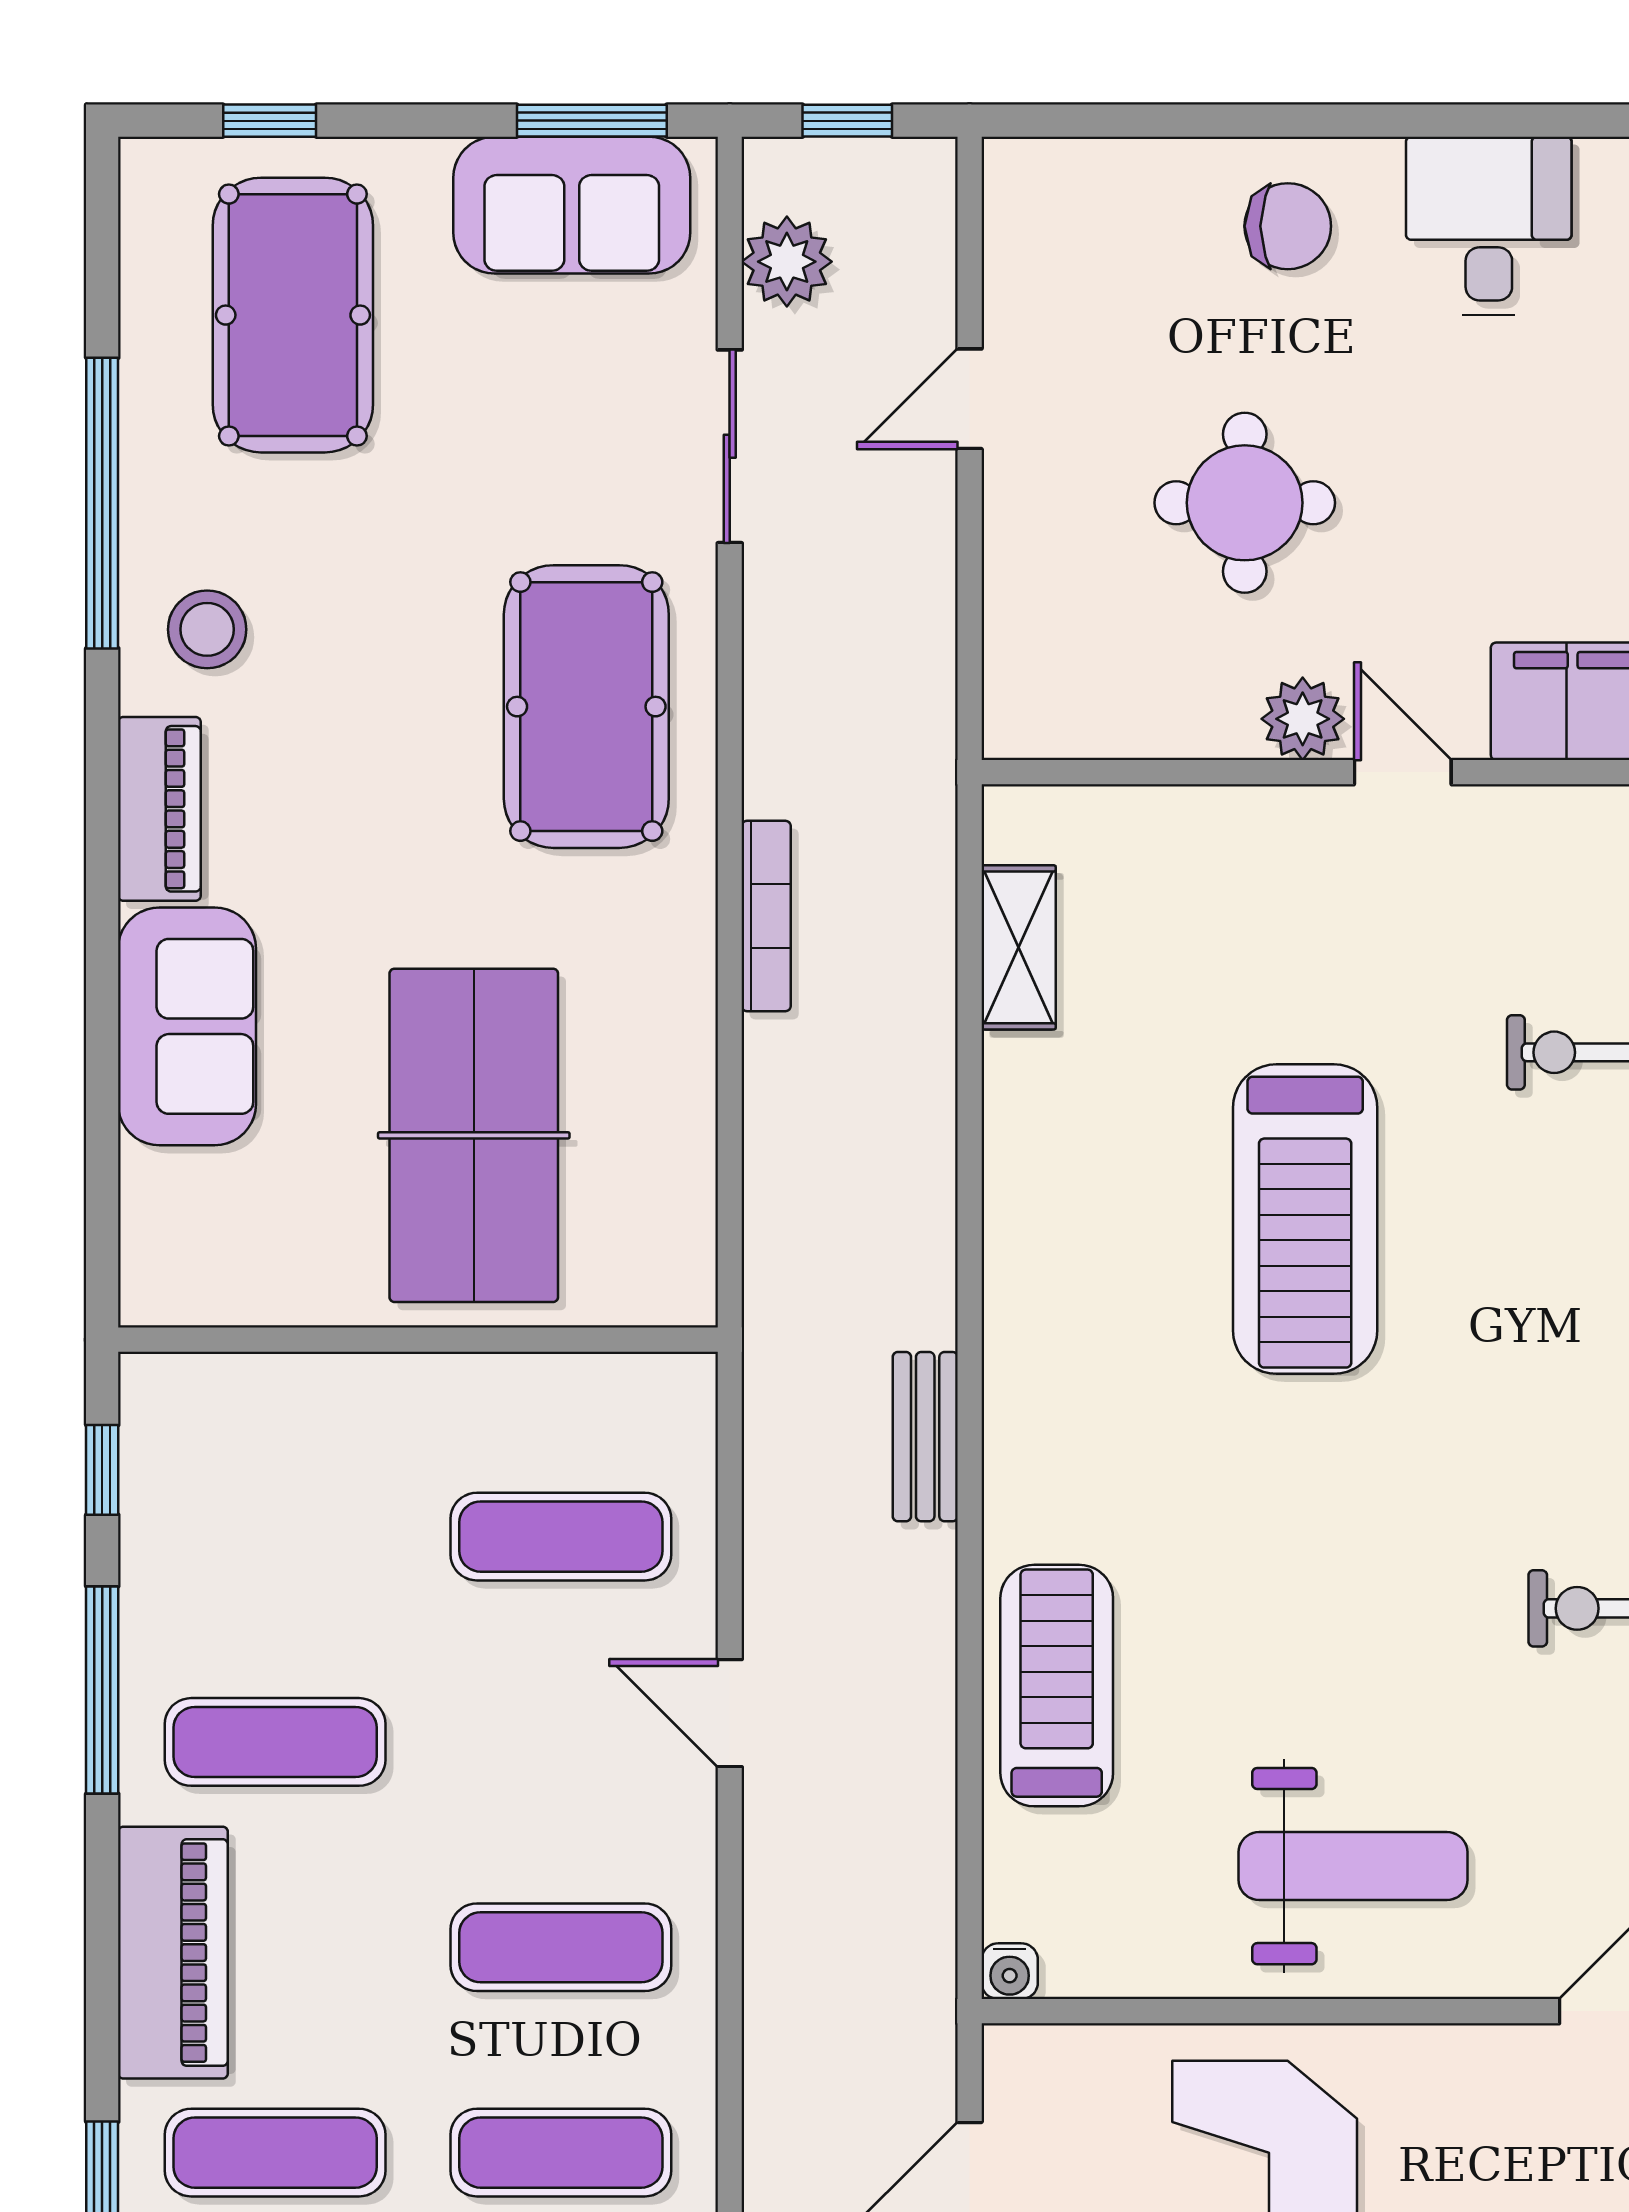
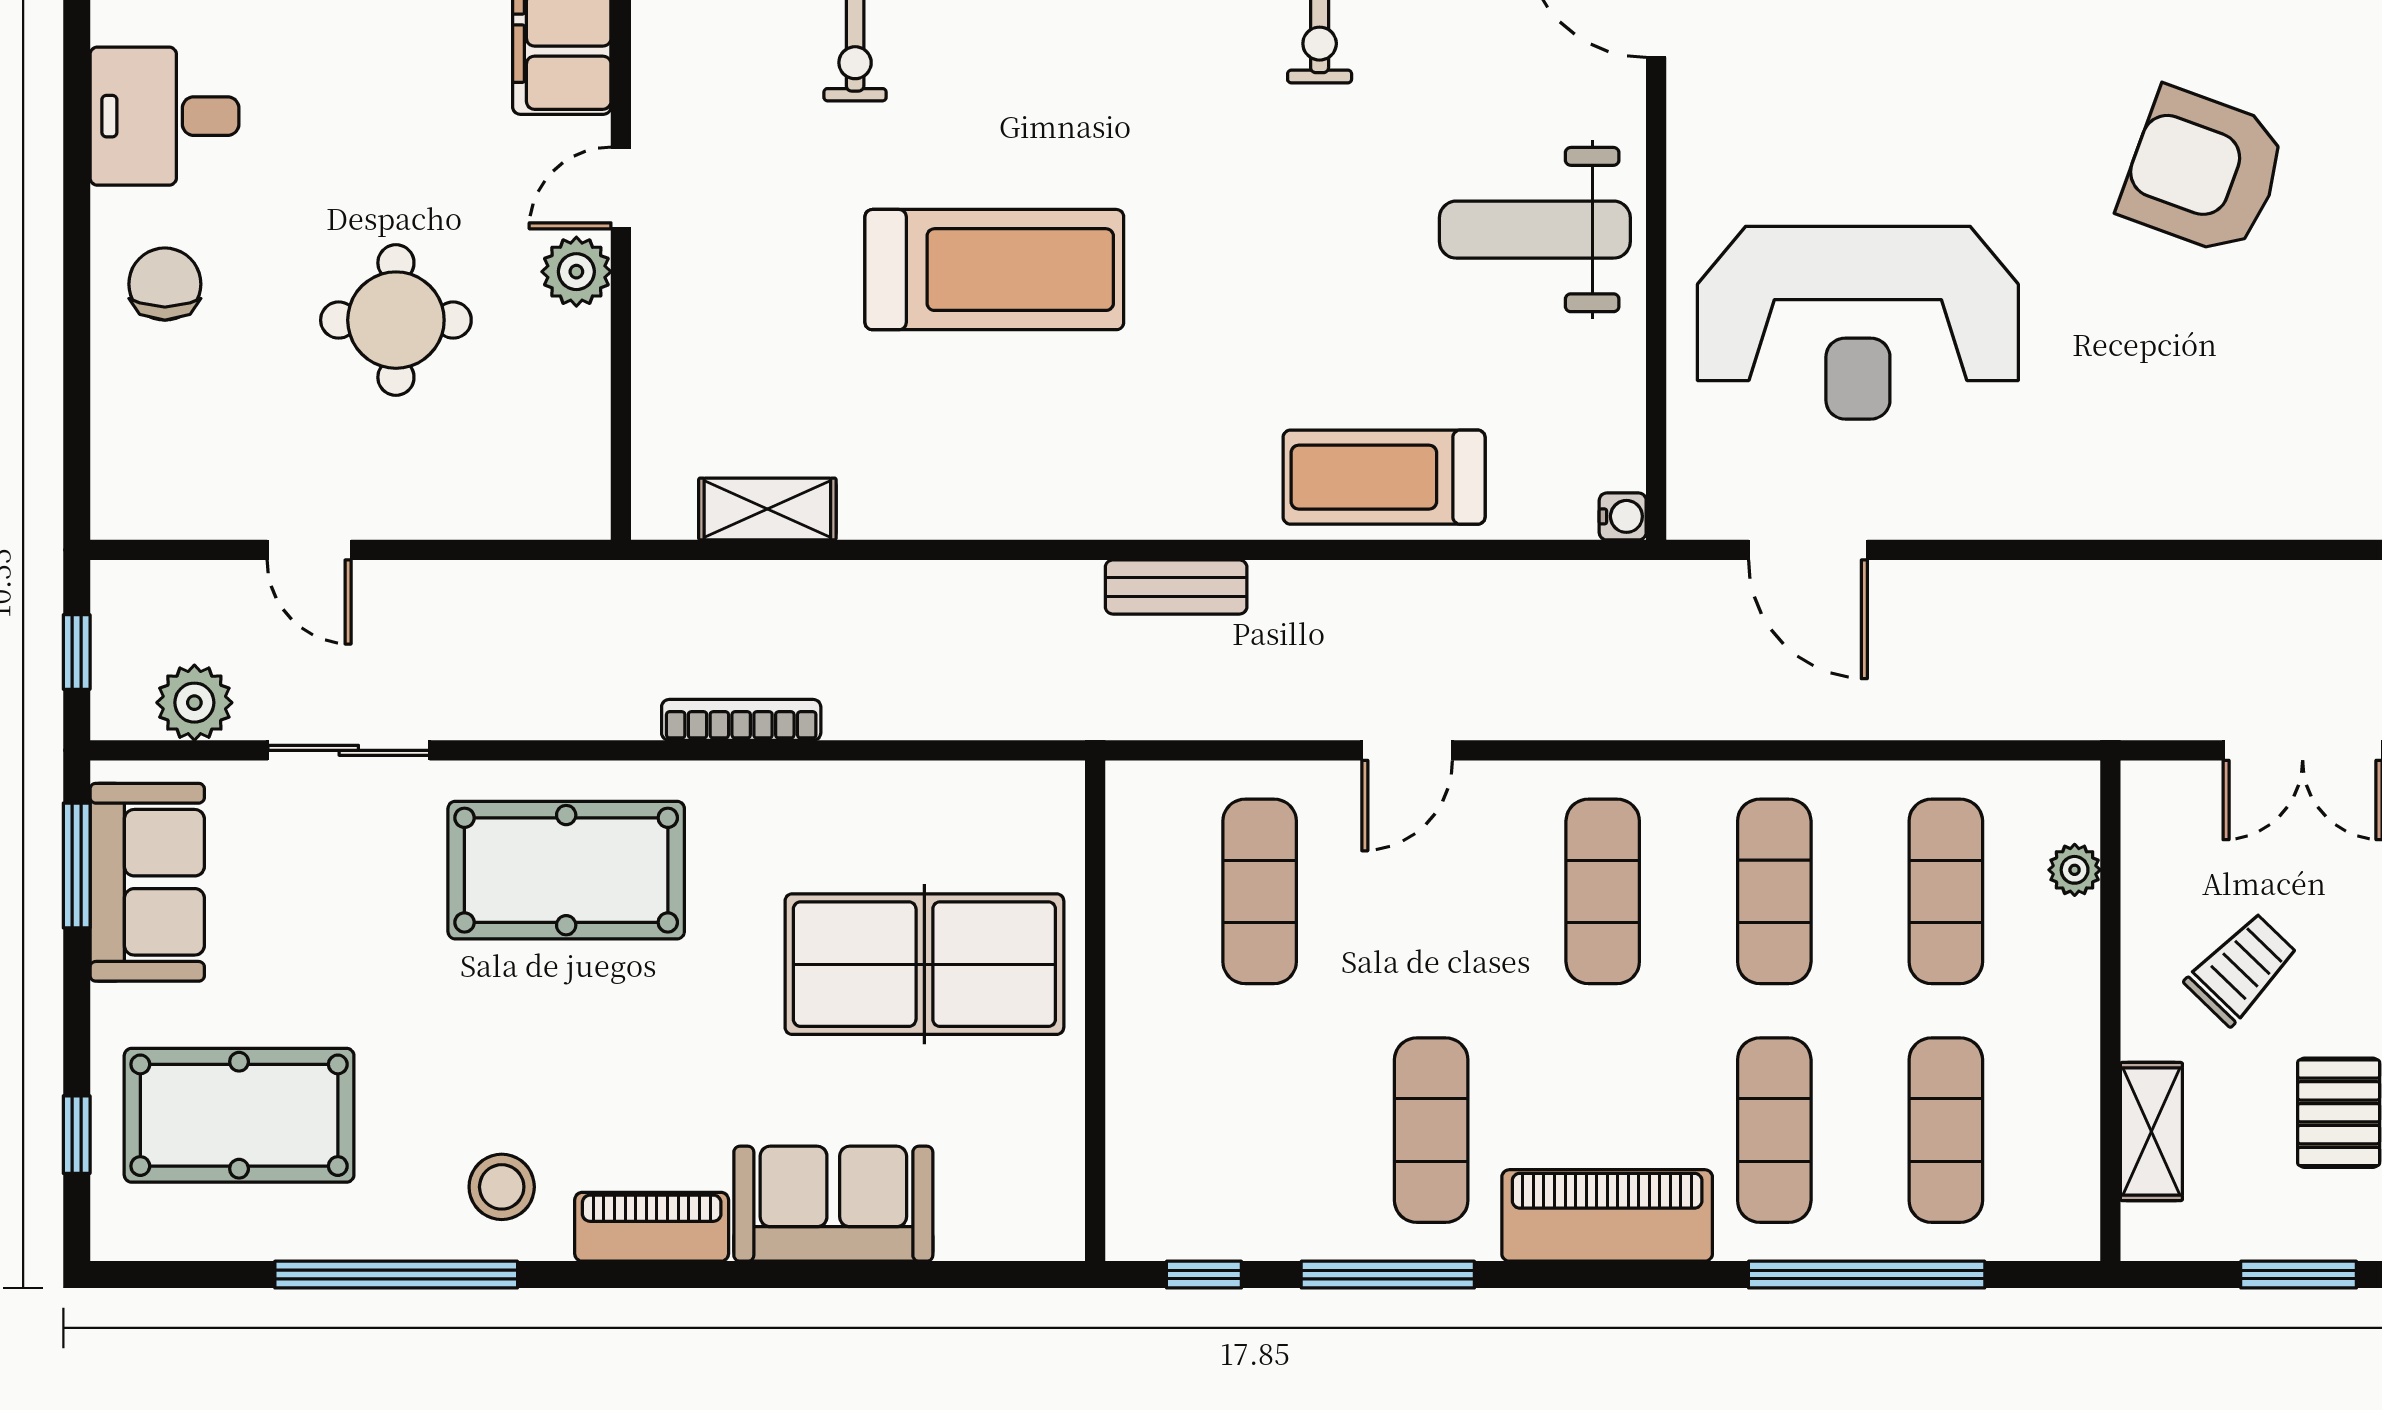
weight bench: (1353, 1866) -> (1535, 230), turned -90

